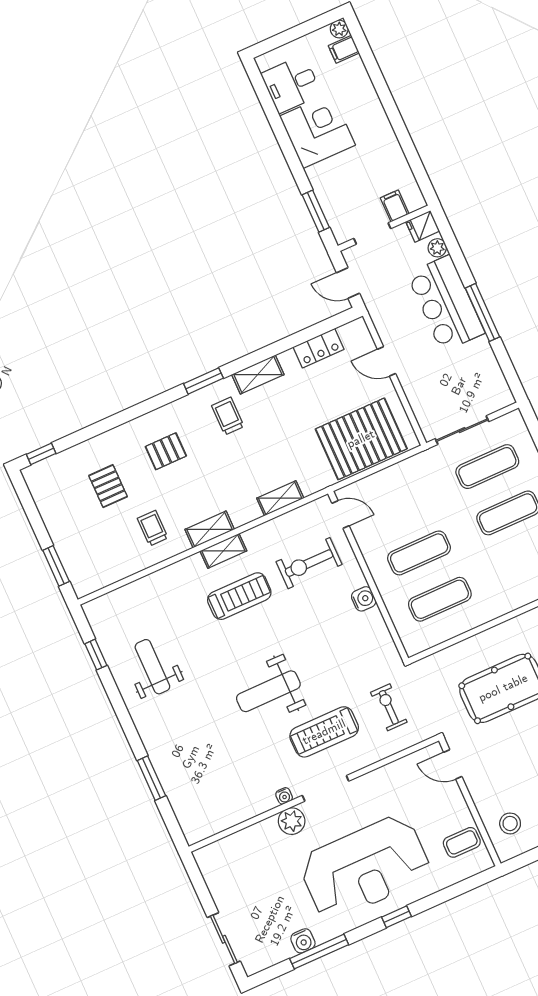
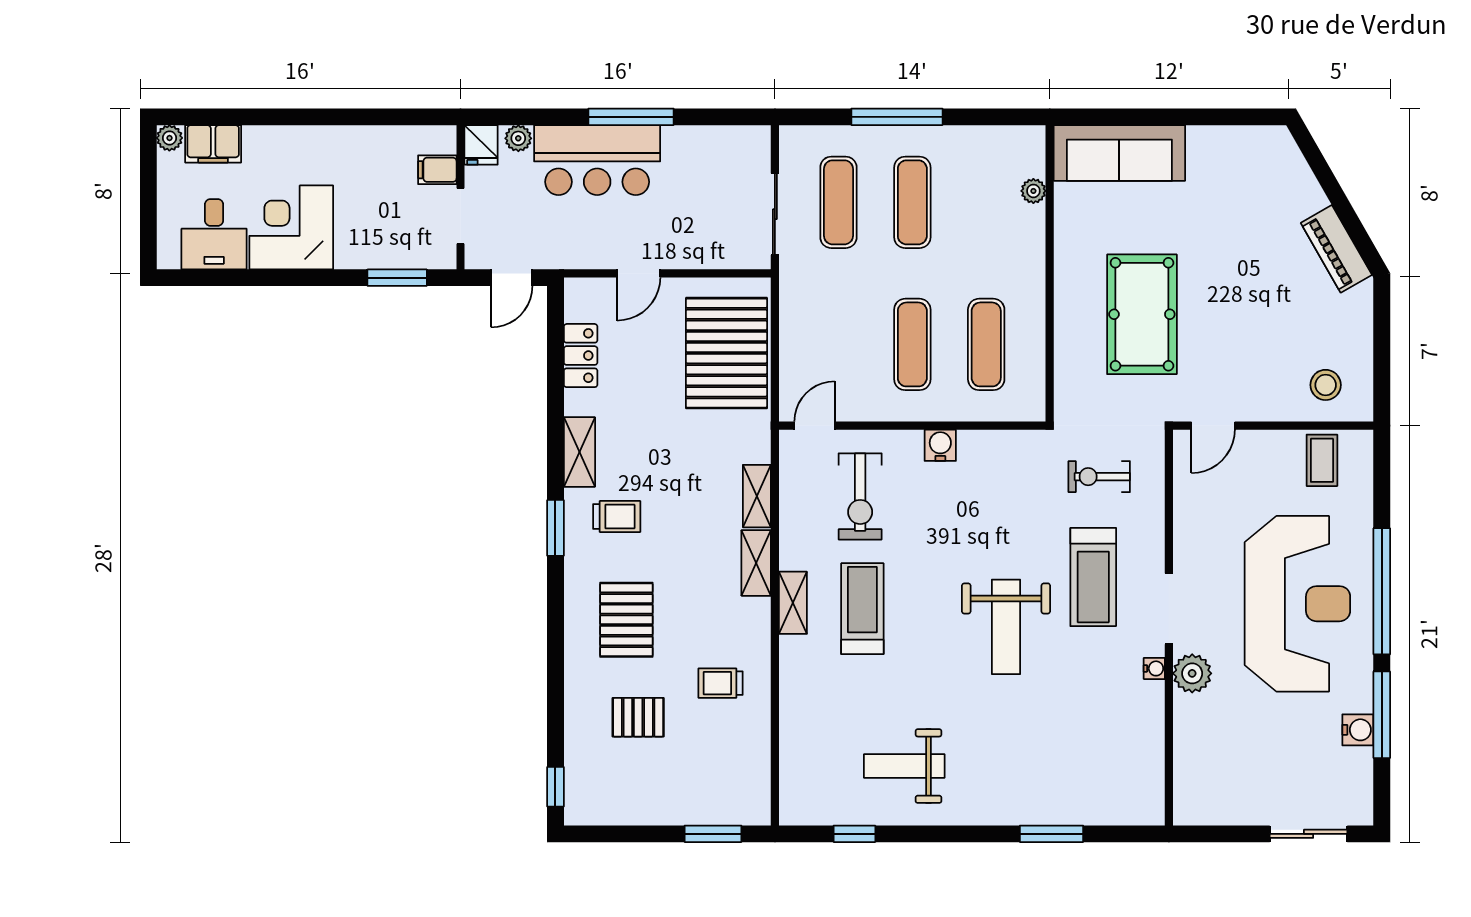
filing cabinet: (344, 49) -> (213, 144), width x2.00
trolley: (228, 416) -> (617, 517), turned 180
pallet: (166, 451) -> (626, 620), width x1.50, depth x1.42
shelving: (210, 529) -> (756, 563), moved
window: (397, 917) -> (1382, 591), width x3.17

